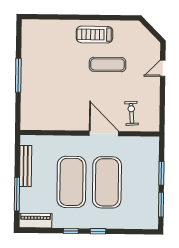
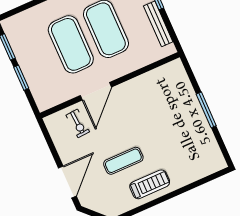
door: (163, 68) -> (67, 182), width x1.88
door: (104, 133) -> (96, 91), hinge flipped

